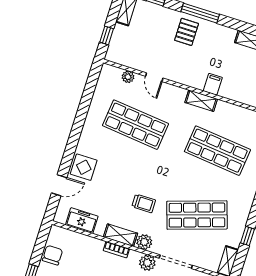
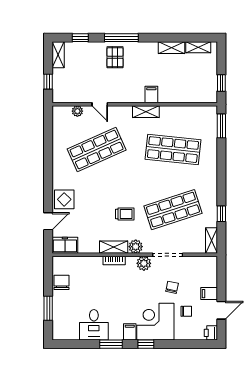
shop shelf: (135, 125) -> (97, 150), turned -30
freezer: (82, 221) -> (65, 245), moved

